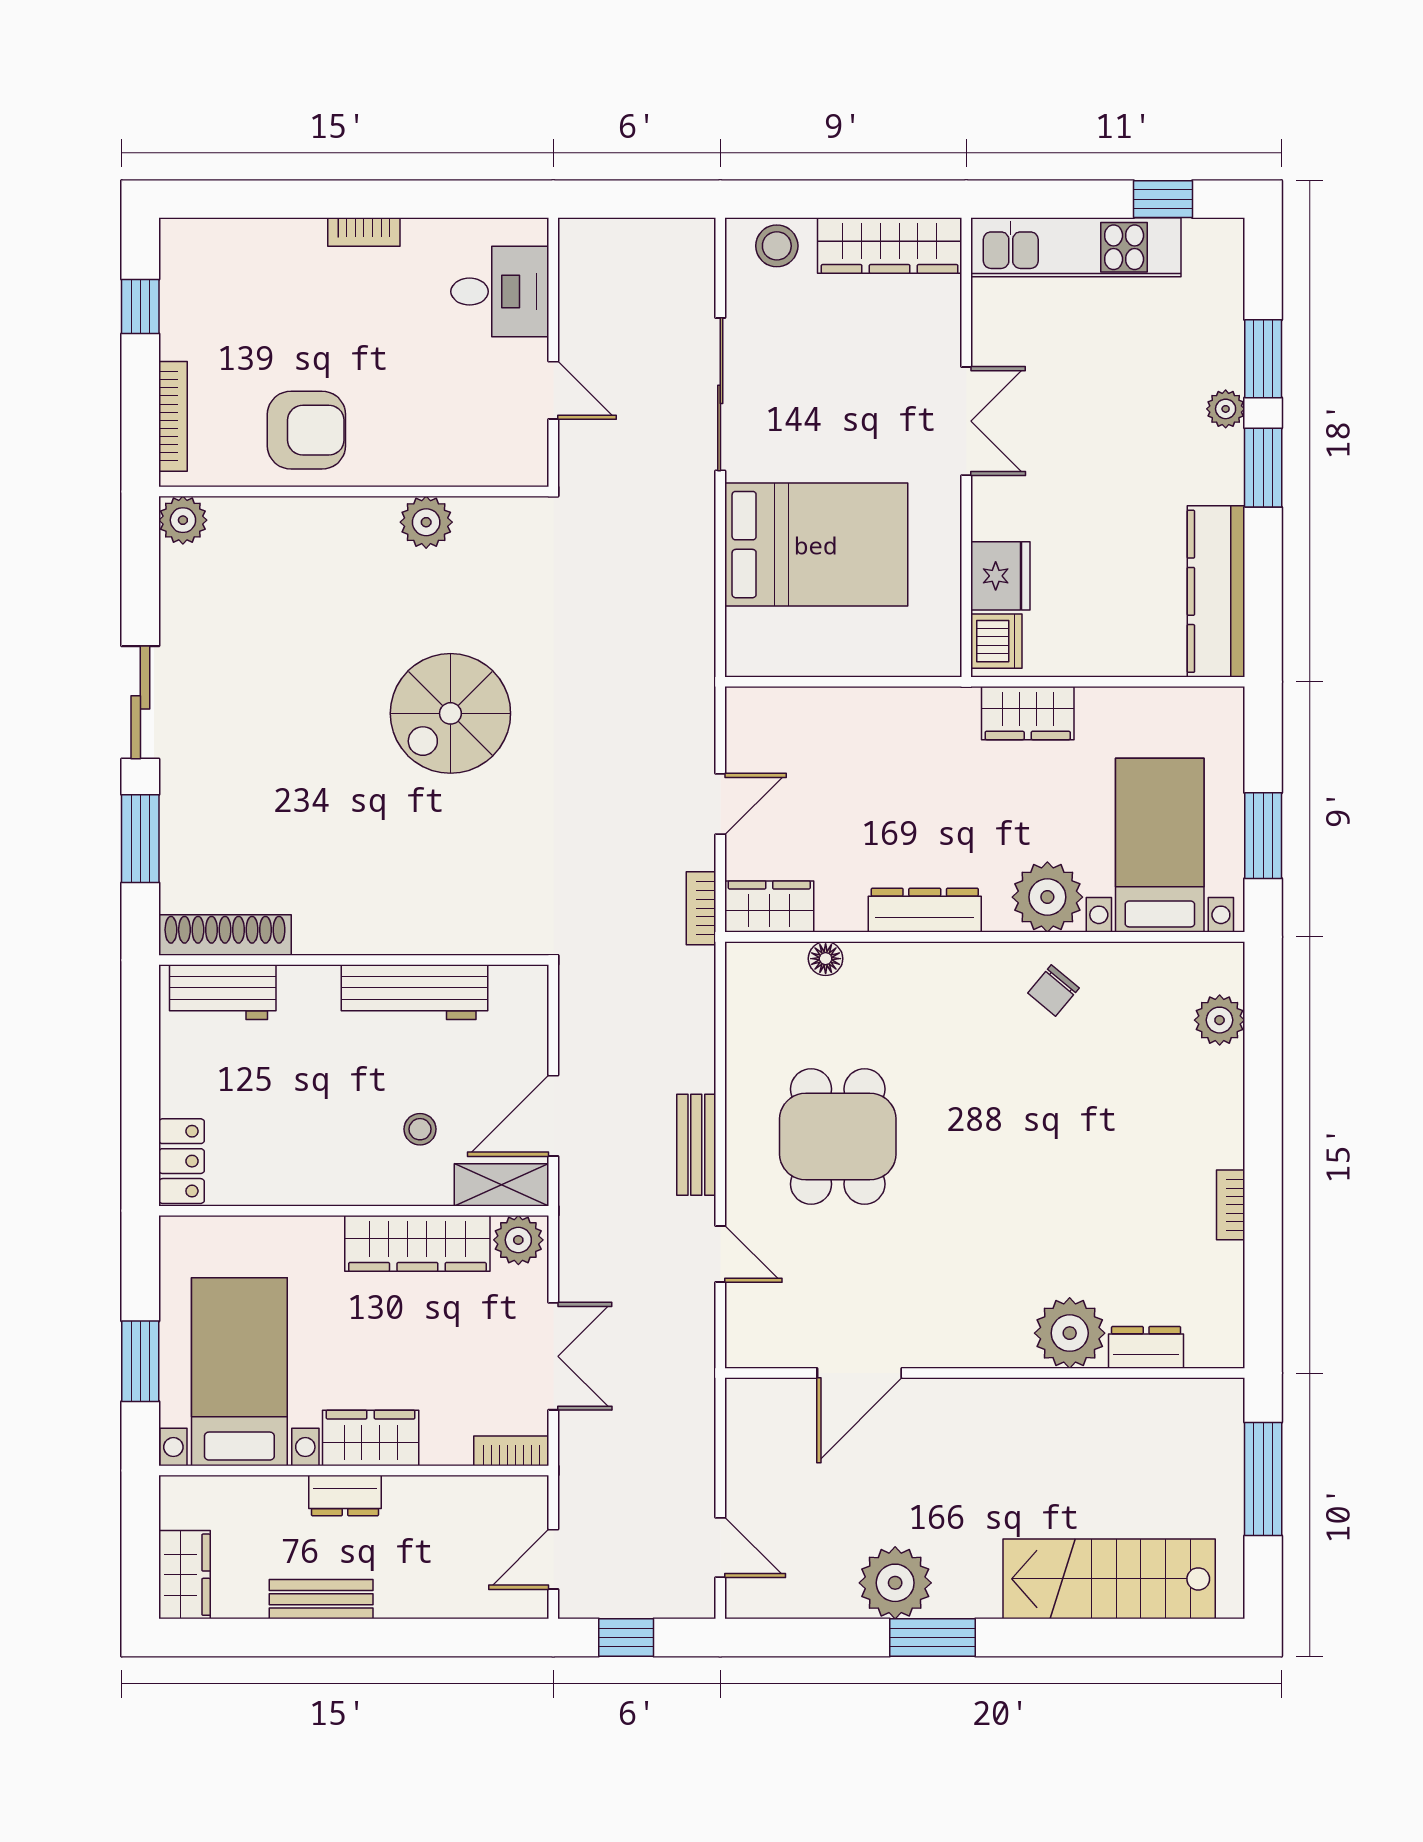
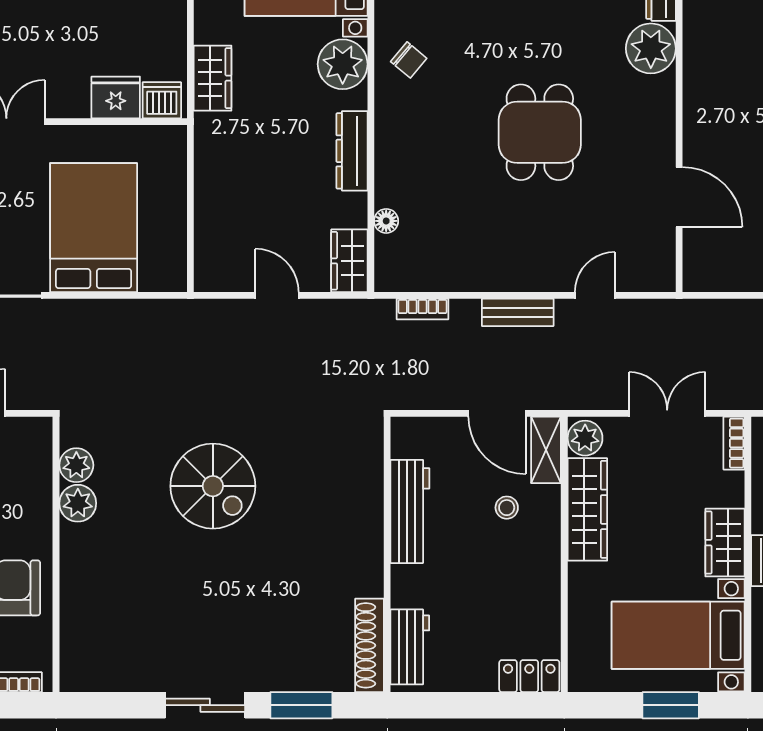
plant: (183, 520) -> (76, 465), moved
bookcase: (701, 908) -> (423, 309), moved
dining table: (838, 1137) -> (540, 132), moved, turned 90

